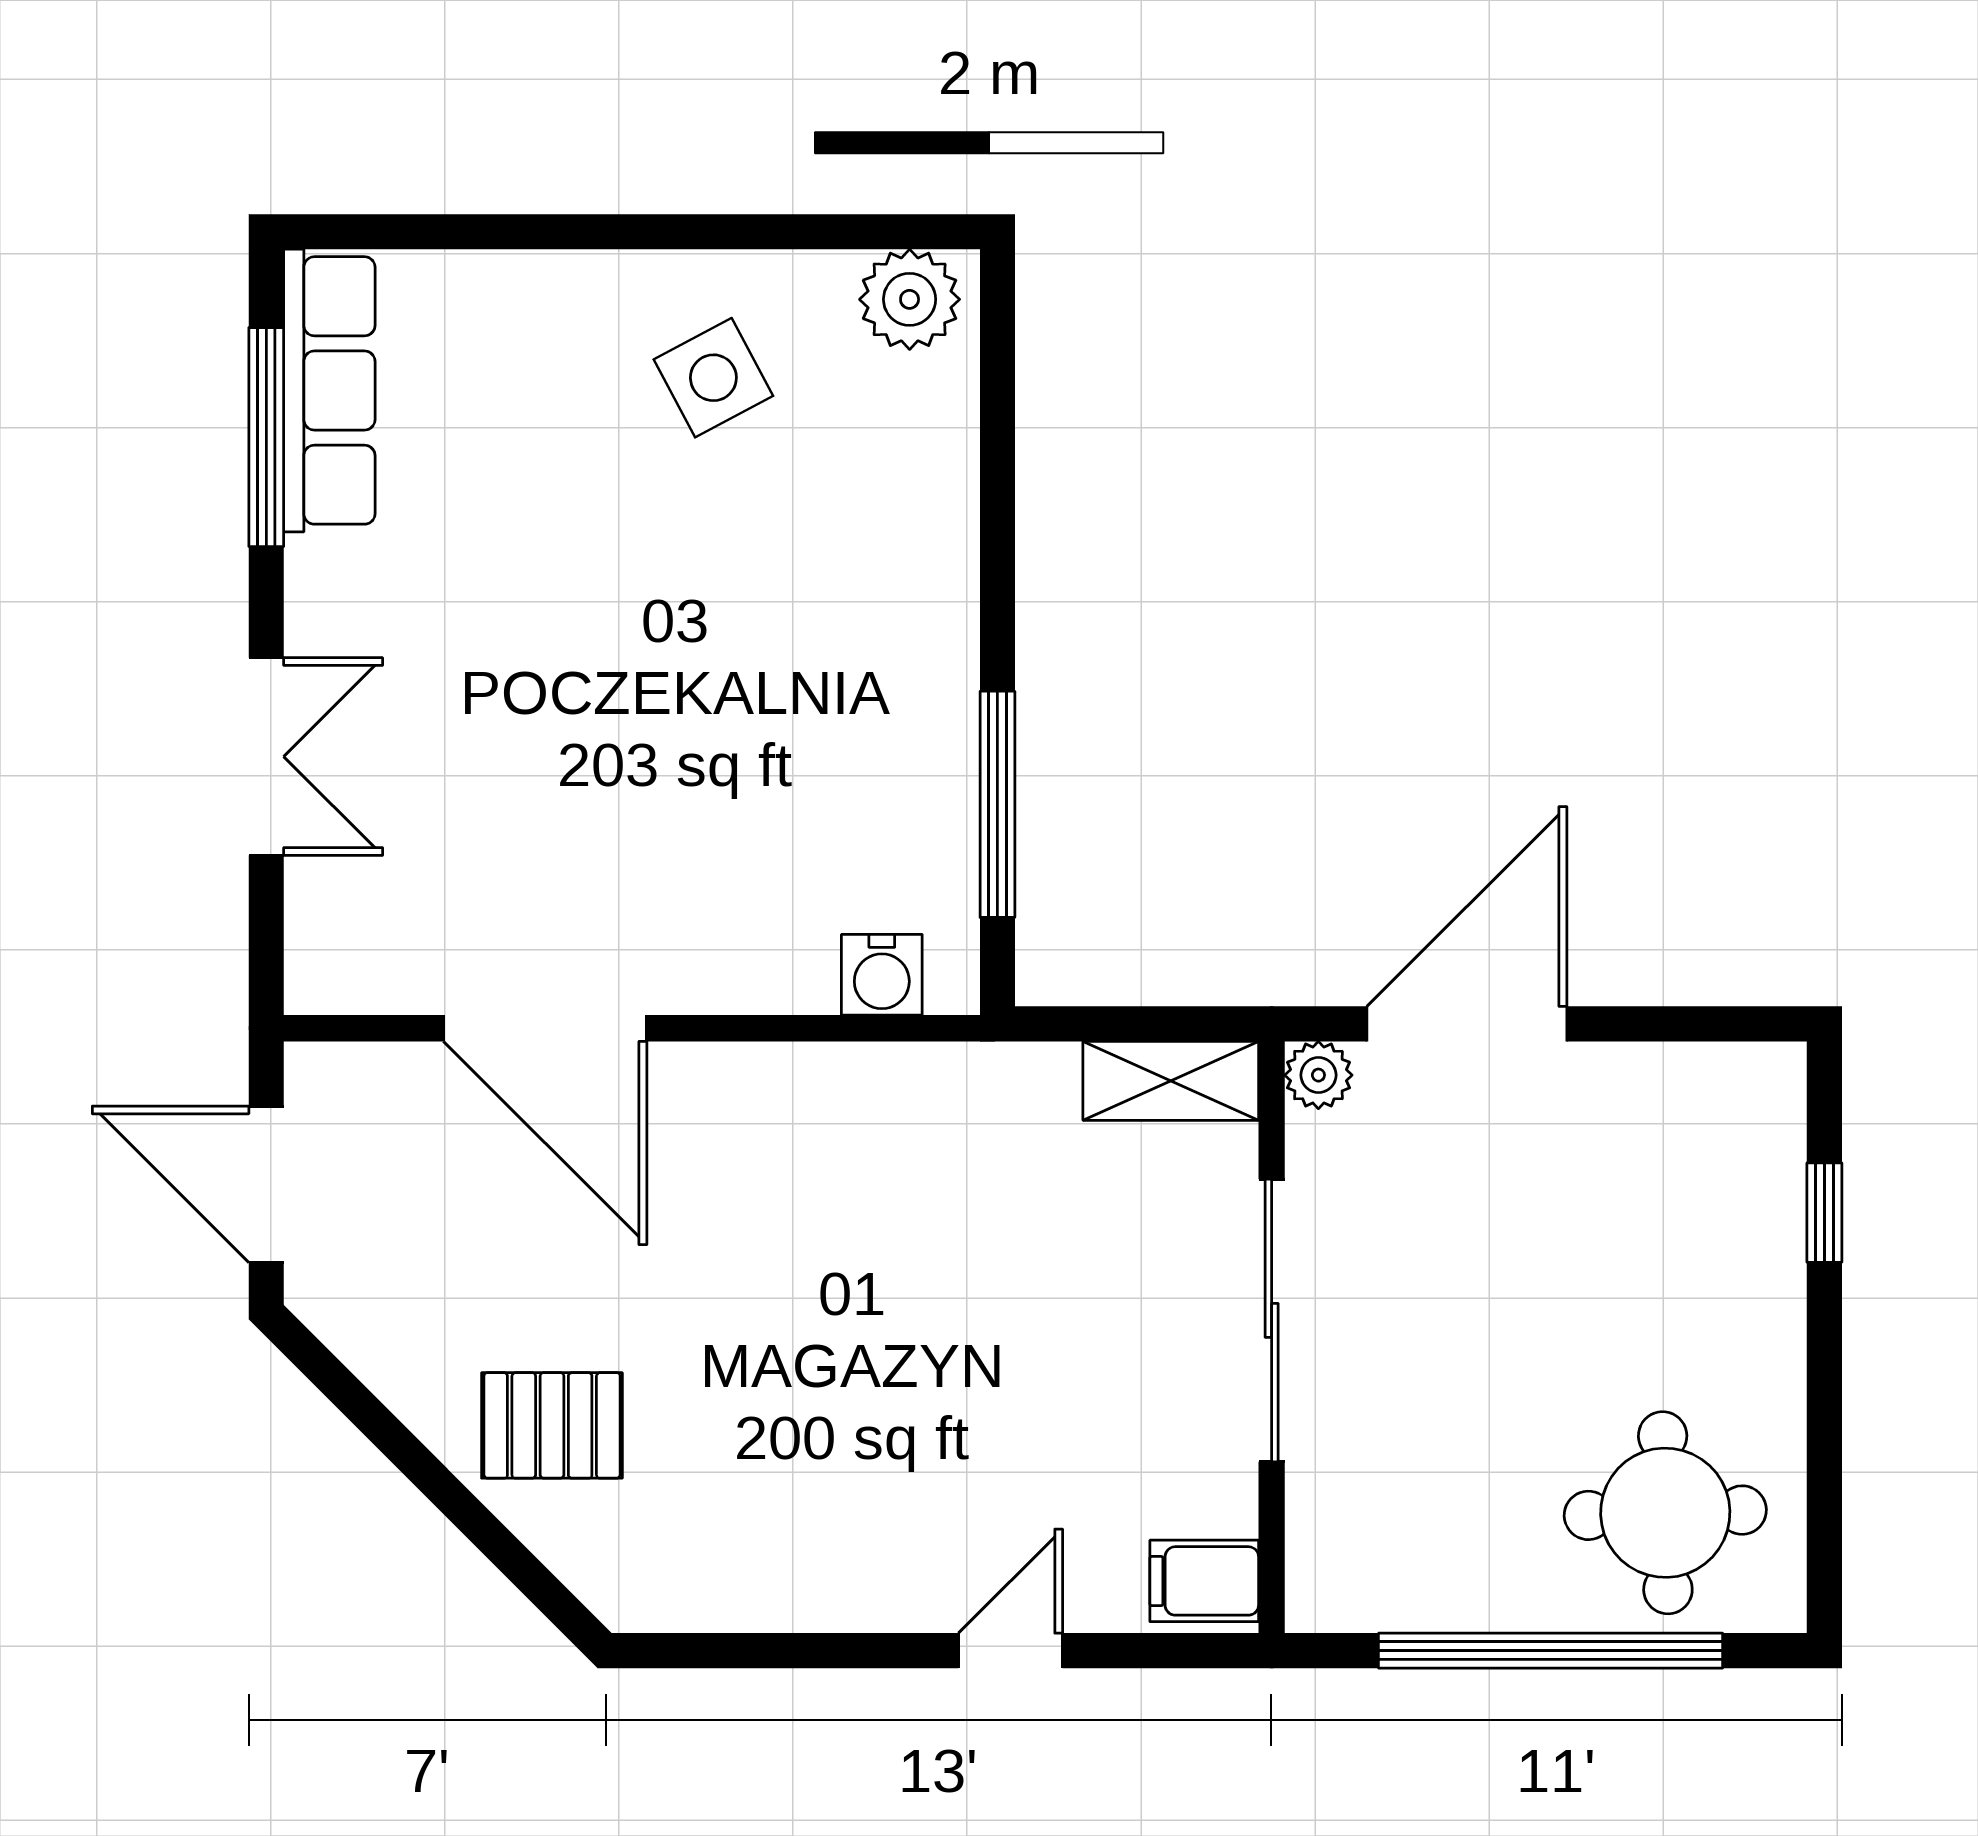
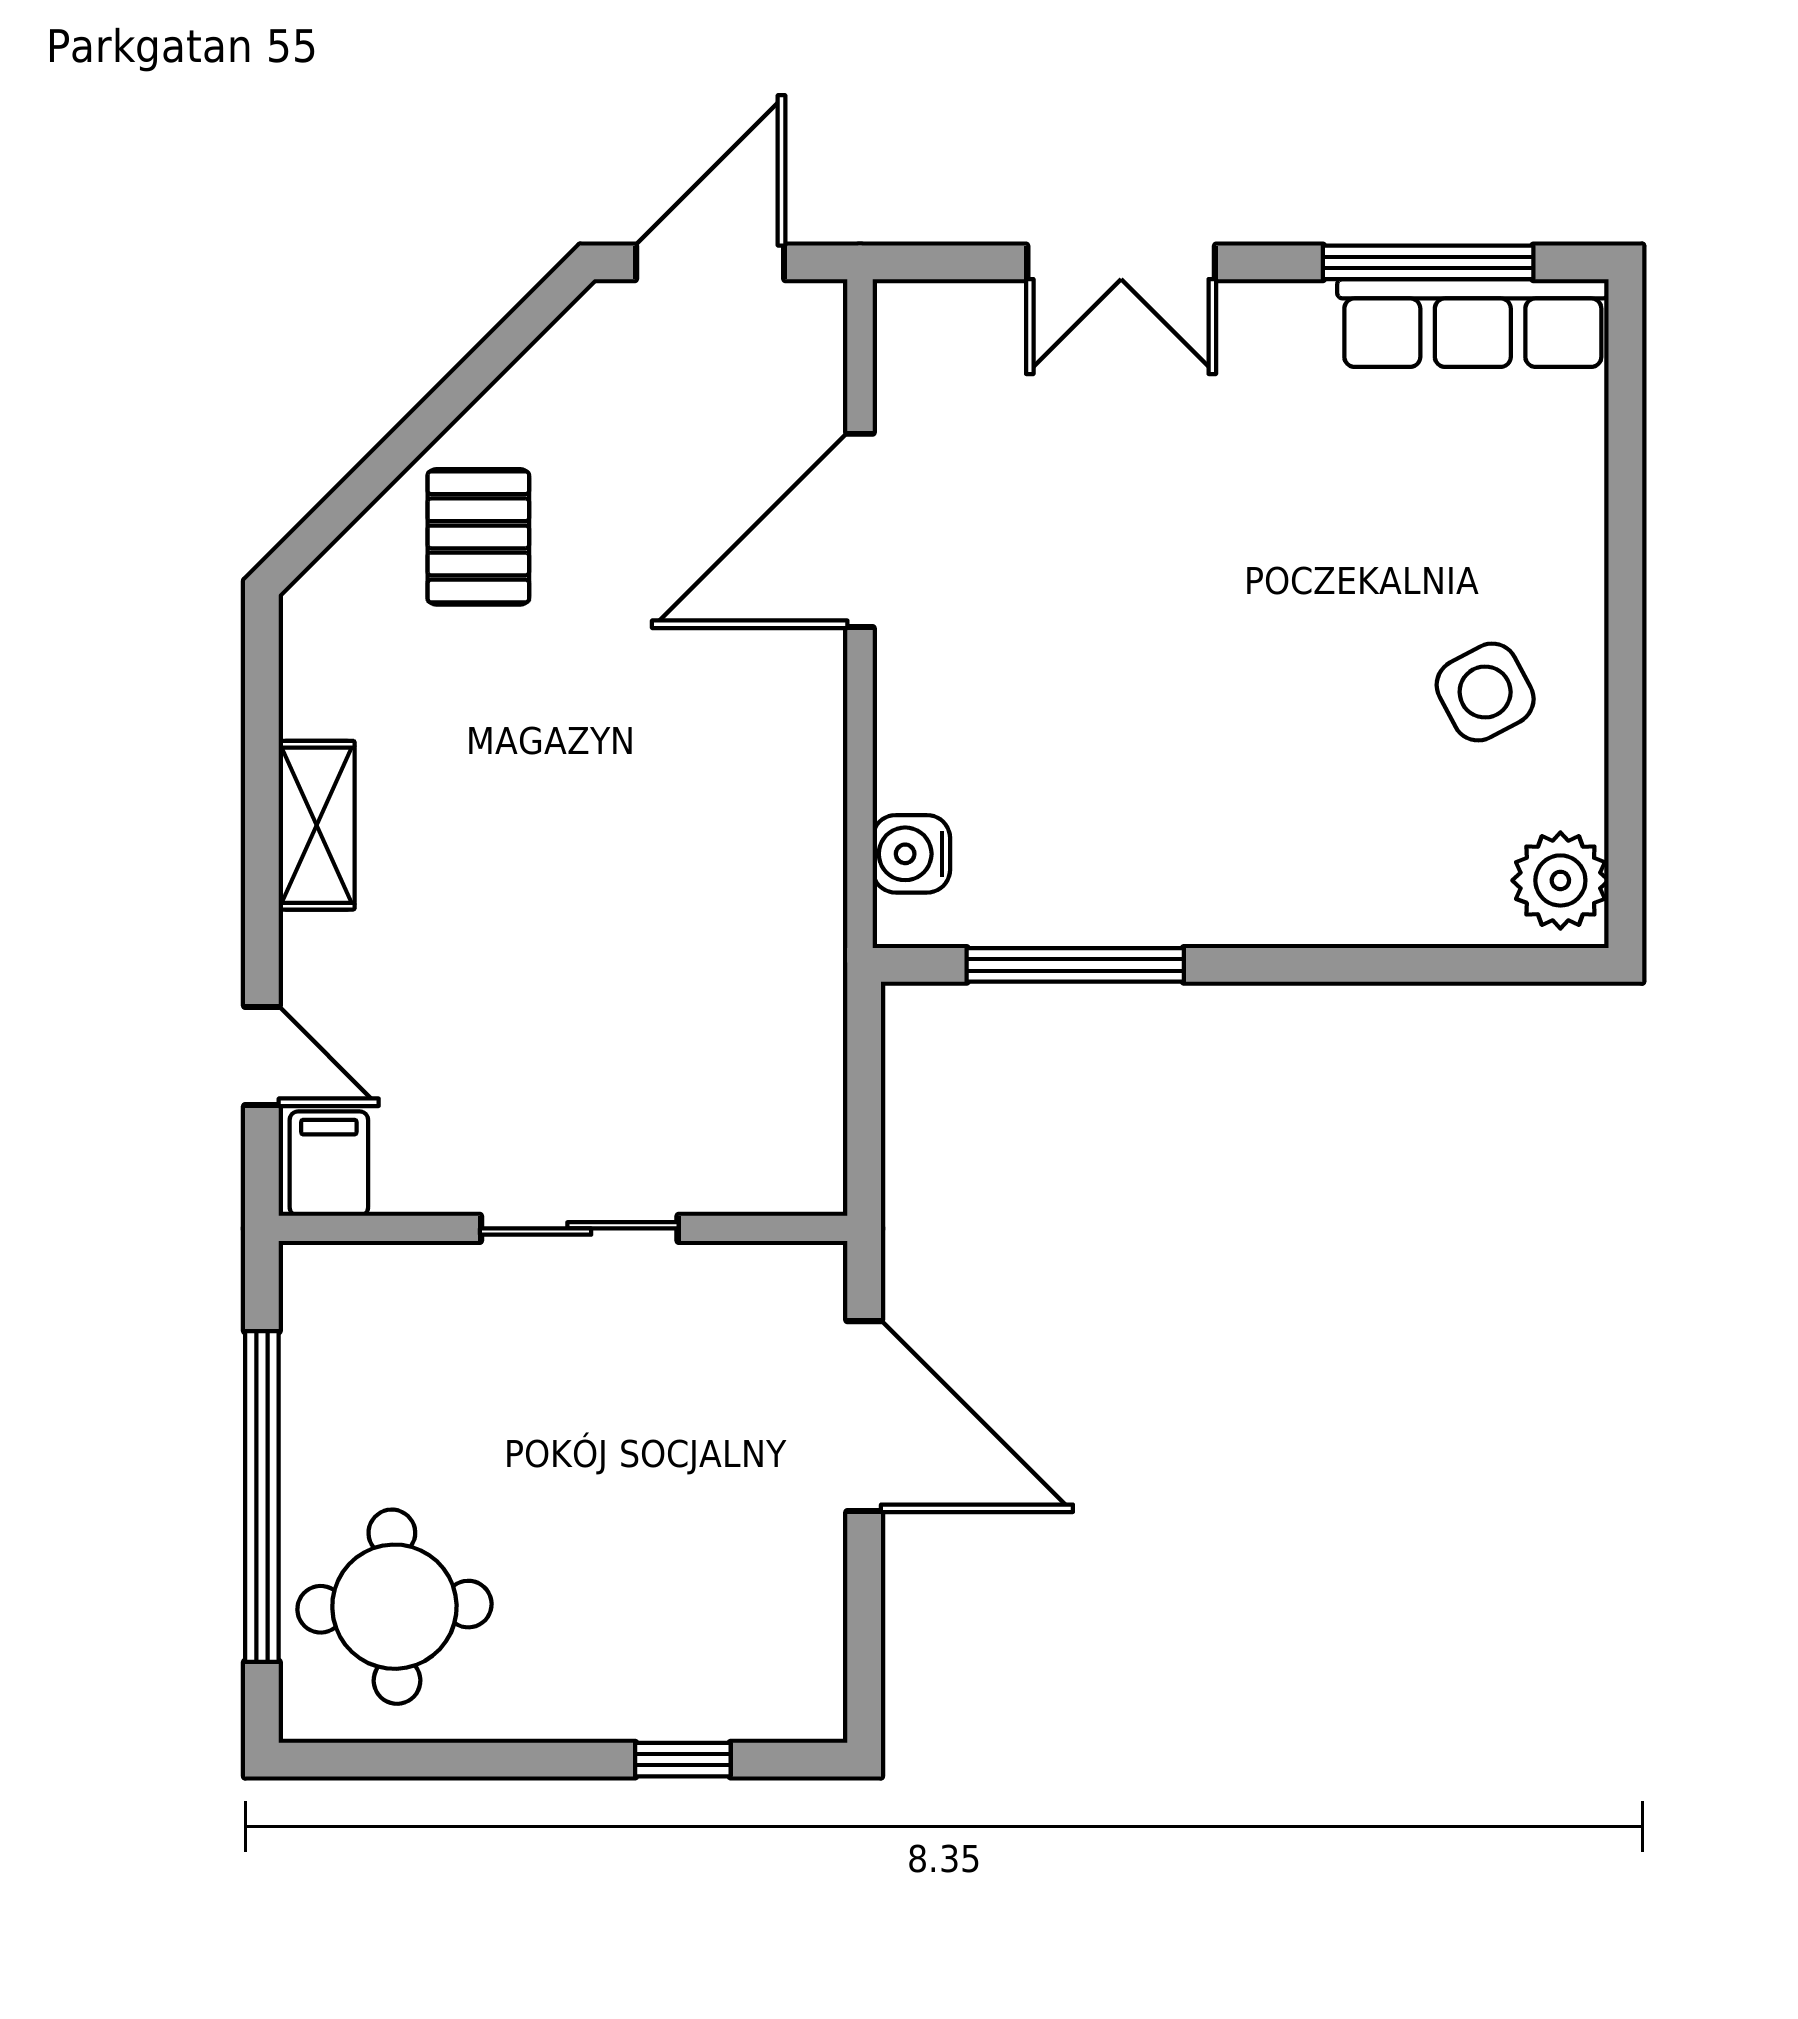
plant: (1318, 1075) -> (815, 1273), removed
shelving: (1171, 1081) -> (317, 825), moved
sliding door: (1272, 1320) -> (579, 1228), width x0.73
door: (1011, 1651) -> (262, 1056), moved

